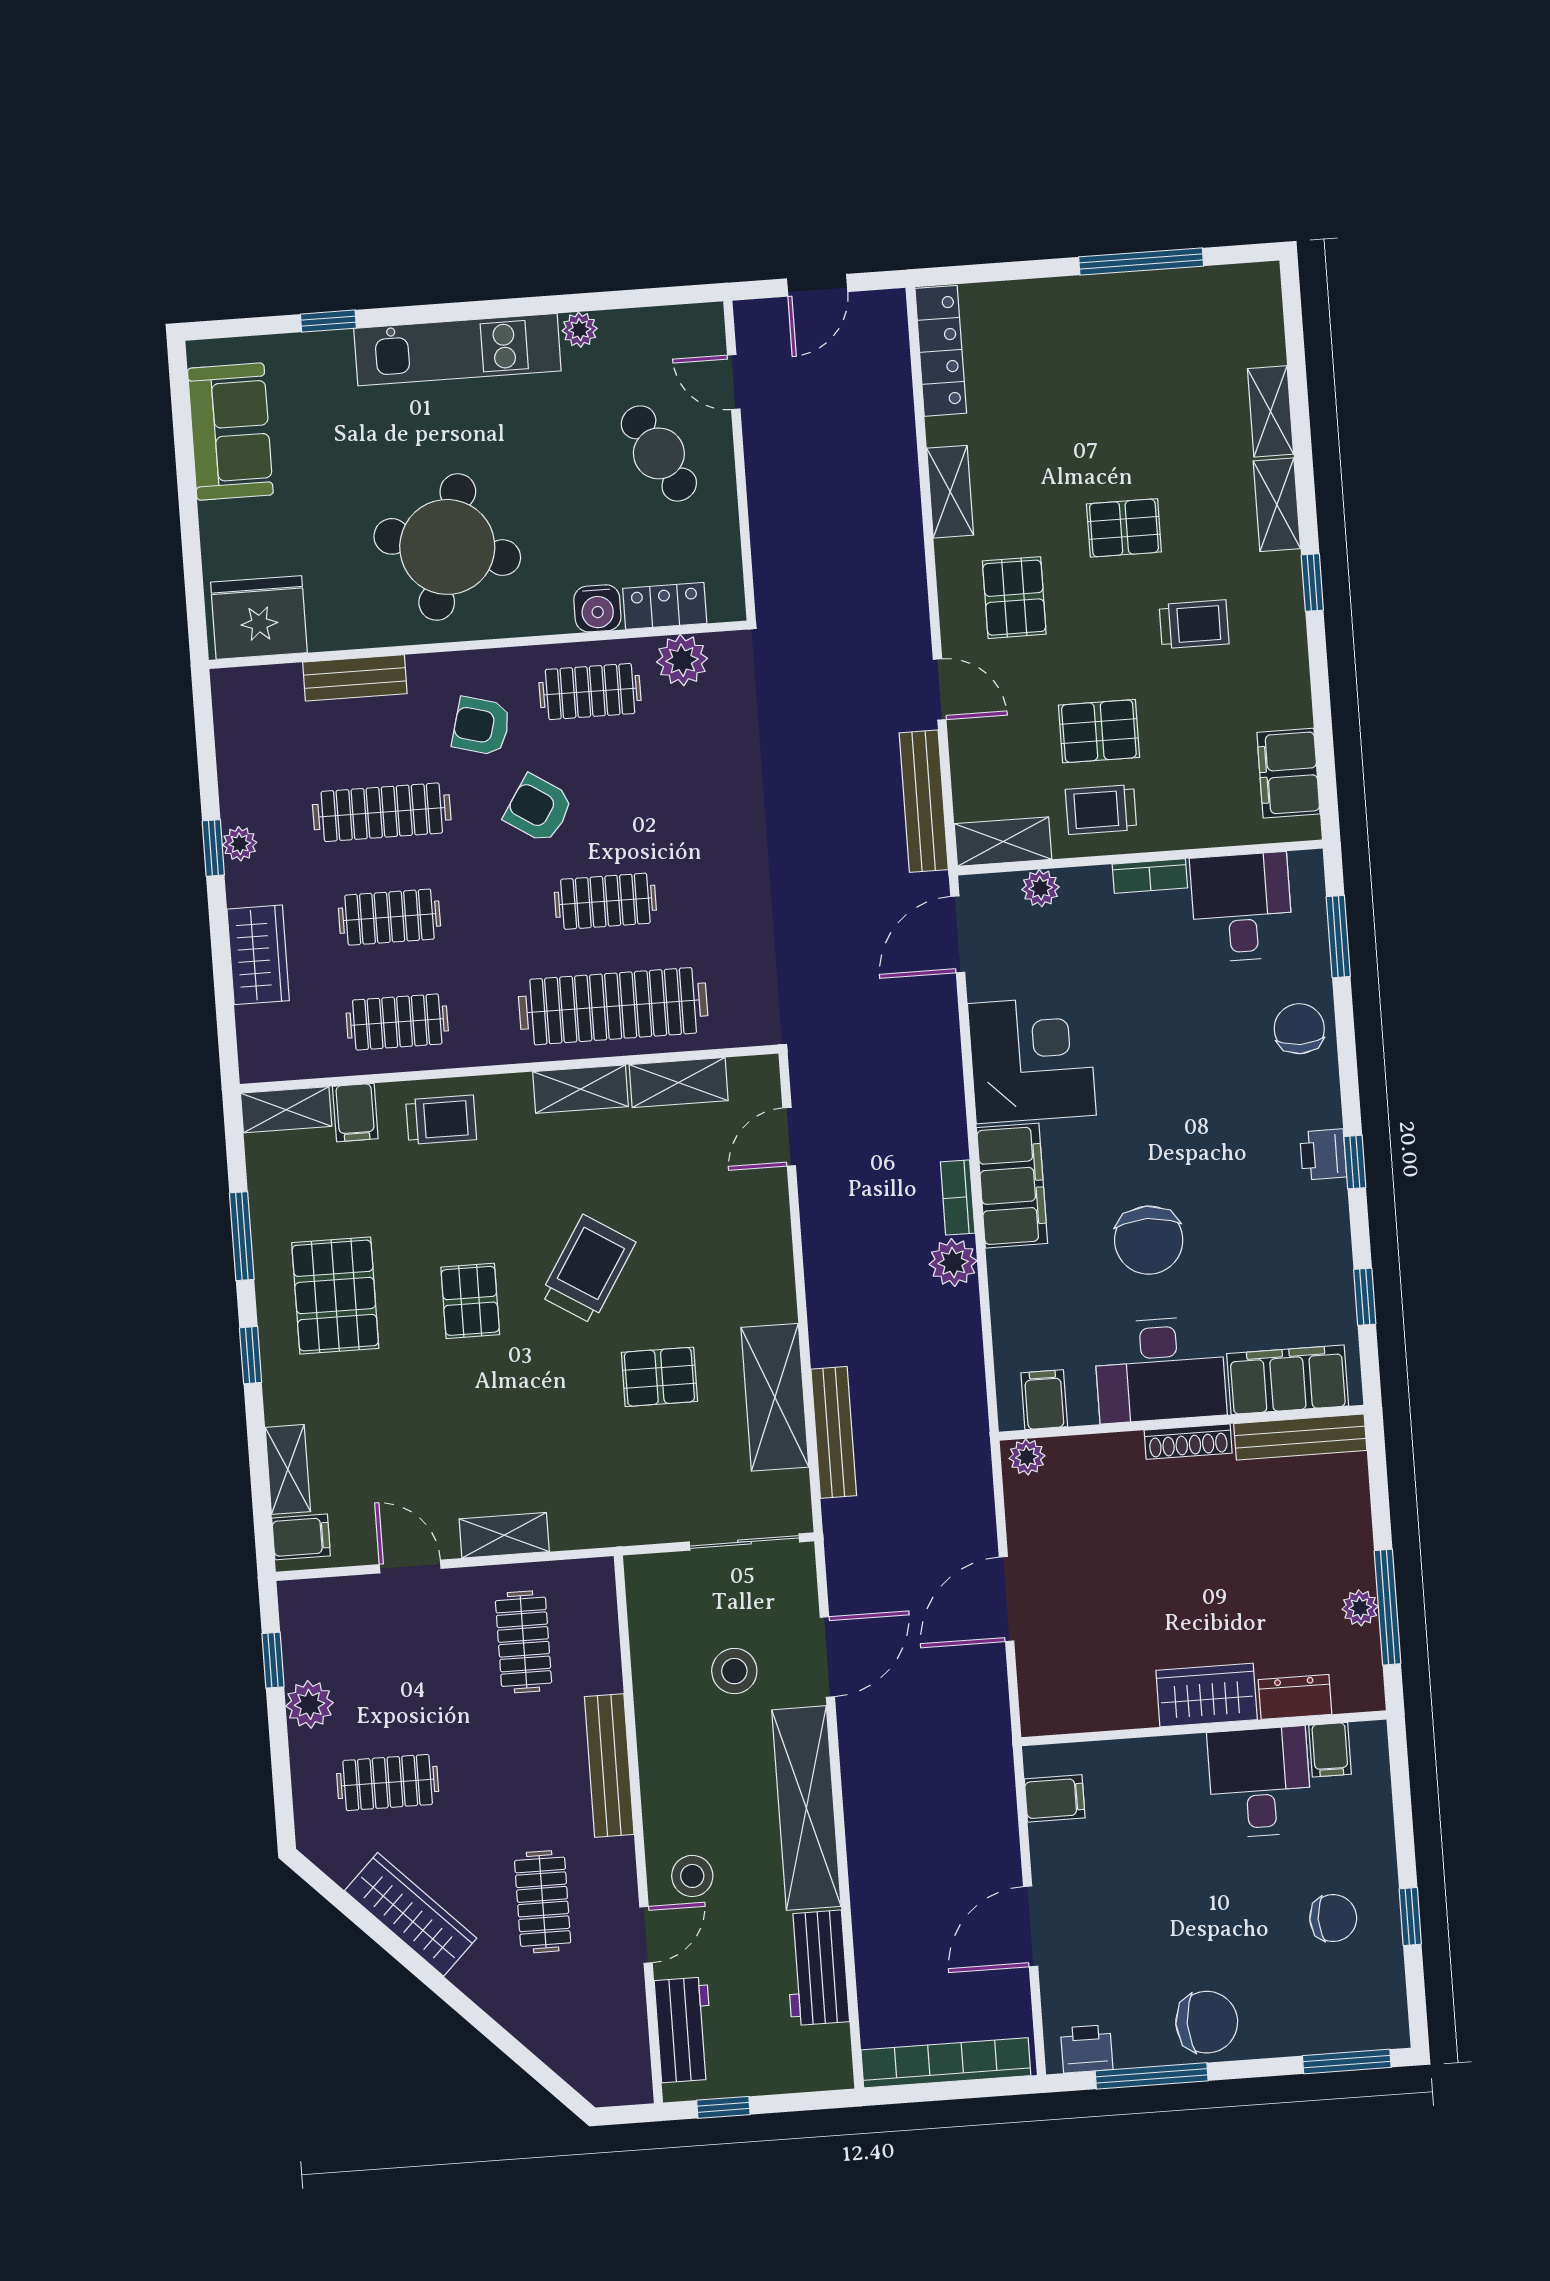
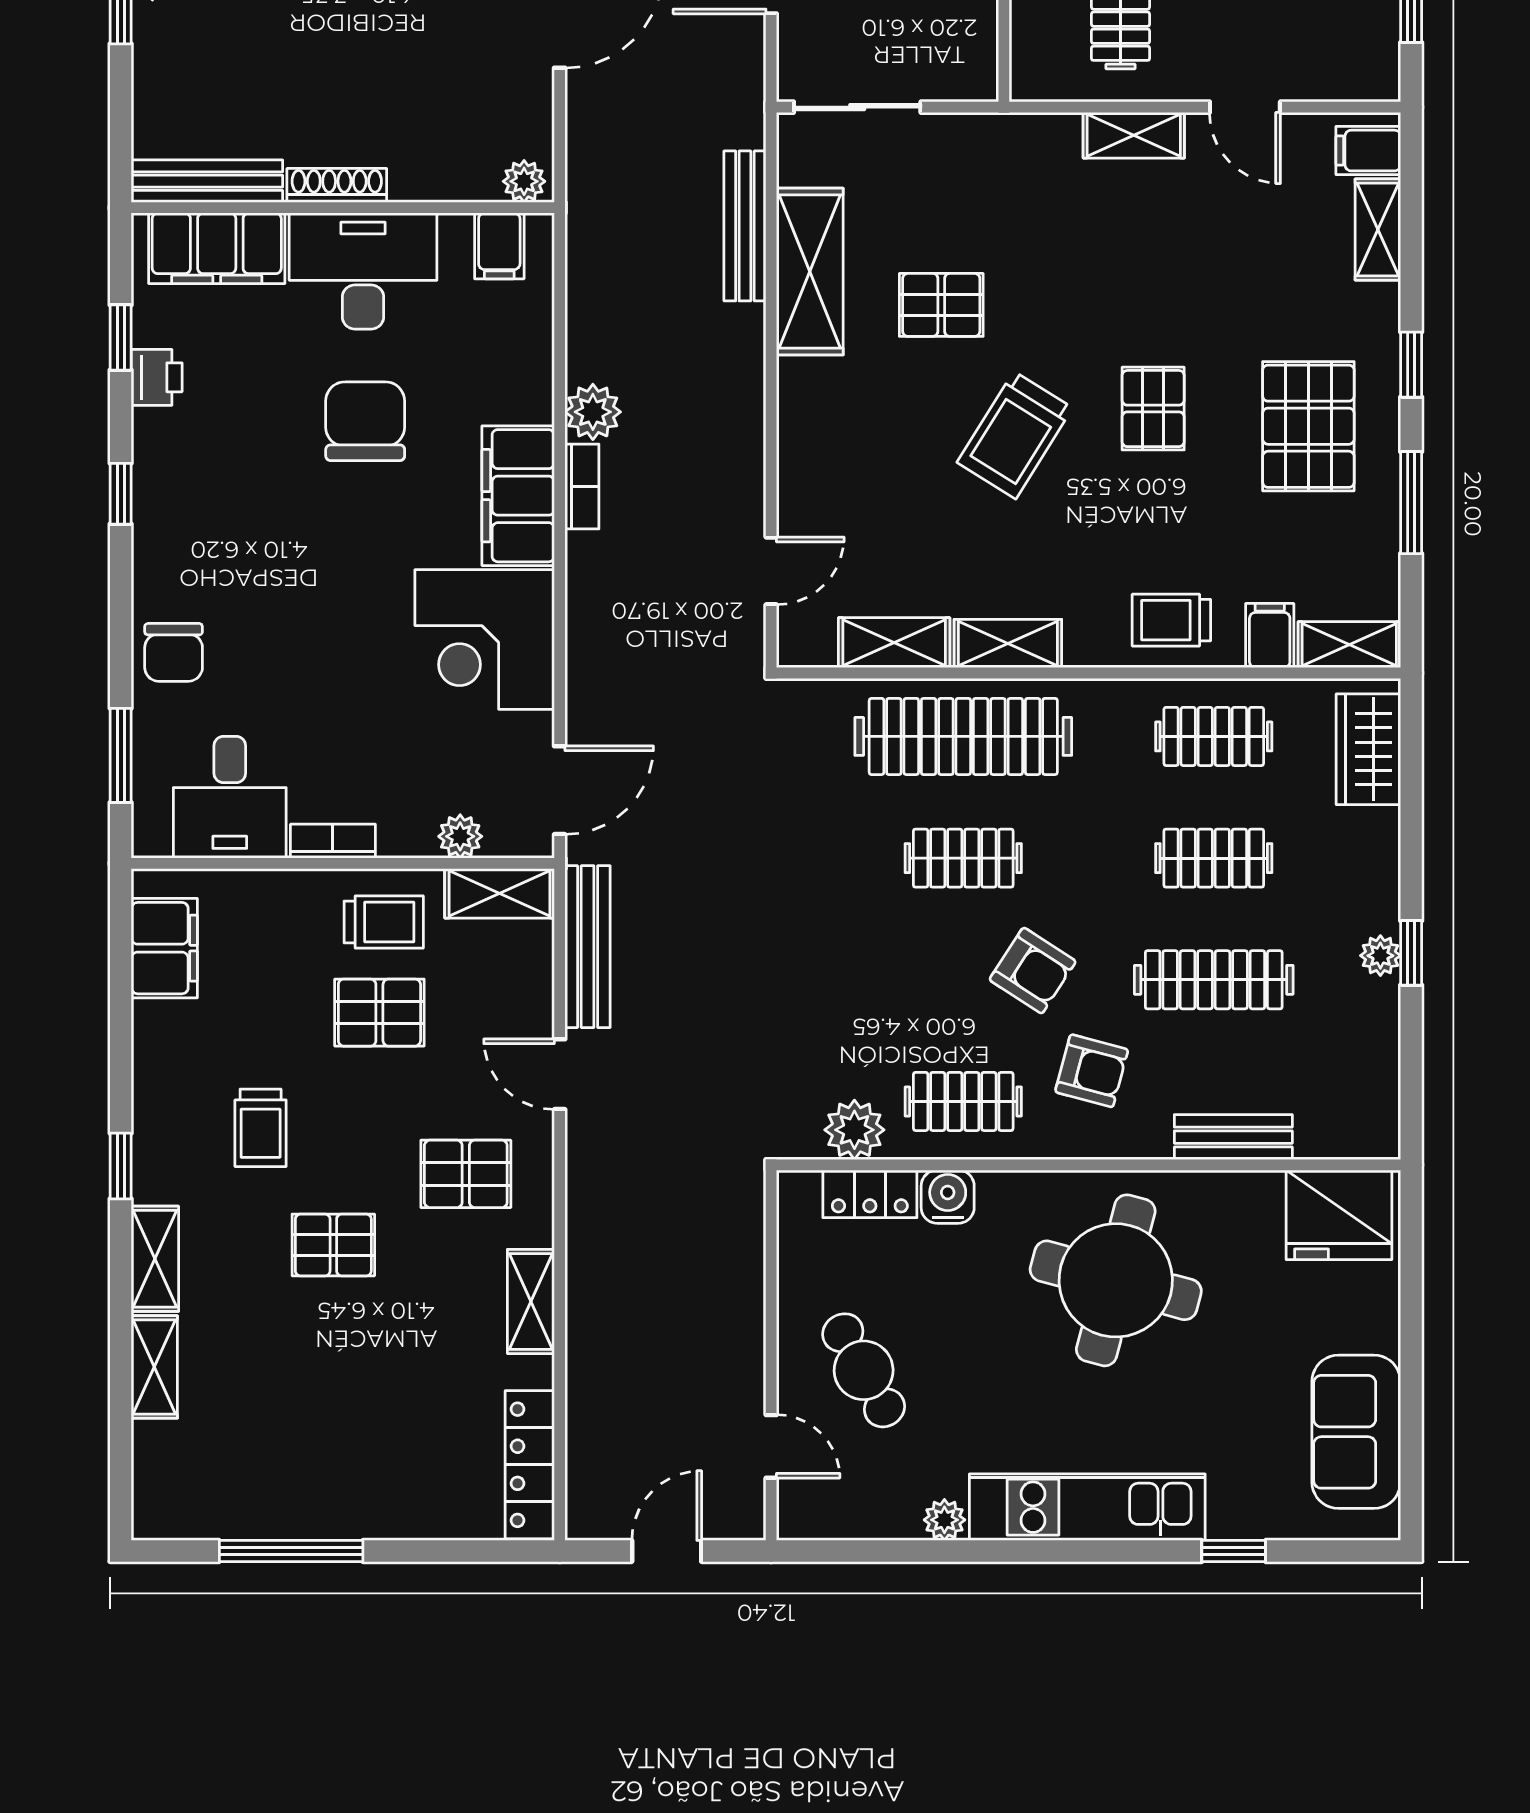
pallet: (1014, 598) -> (466, 1174), turned 90
trolley: (1194, 624) -> (261, 1128), turned -90
wardrobe: (258, 955) -> (1368, 749), moved
printer: (1323, 1154) -> (157, 377), moved

